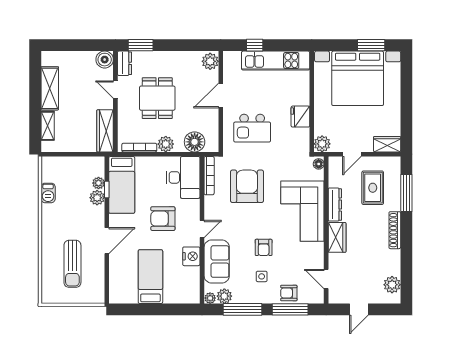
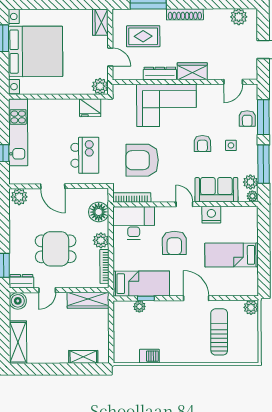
shelving: (50, 88) -> (18, 342), moved, turned 90
fridge: (300, 117) -> (90, 108), moved
floor lamp: (319, 164) -> (120, 90), removed
plant: (97, 198) -> (251, 307), moved
armchair: (264, 247) -> (202, 144), turned 90
sun lounger: (72, 264) -> (219, 332), turned -90

